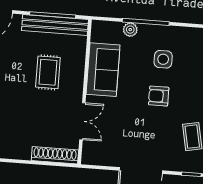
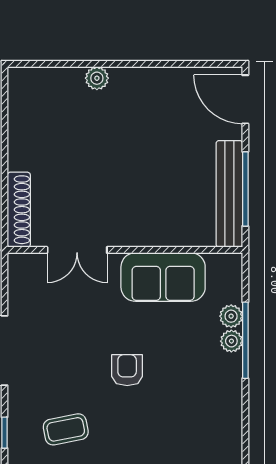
plant: (146, 30) -> (231, 341), added
side table: (163, 59) -> (187, 373), removed
rug: (48, 72) -> (152, 188), removed

